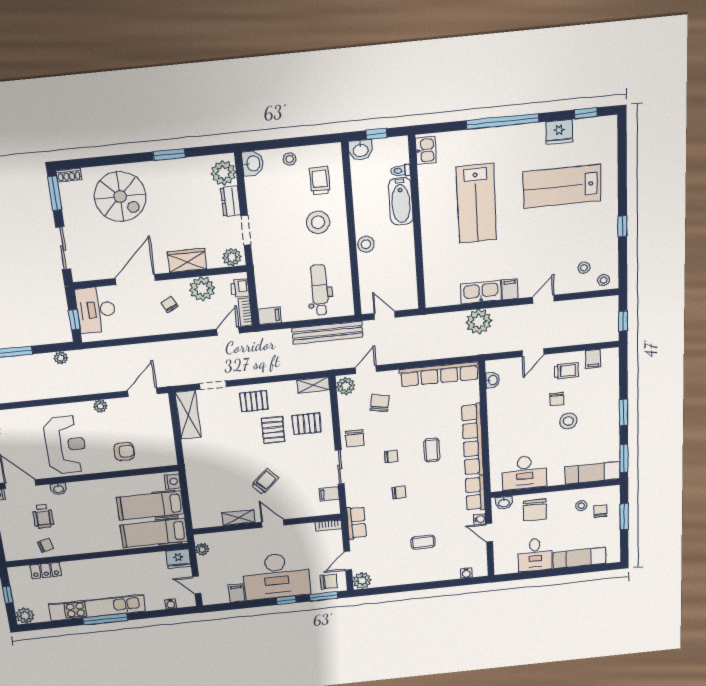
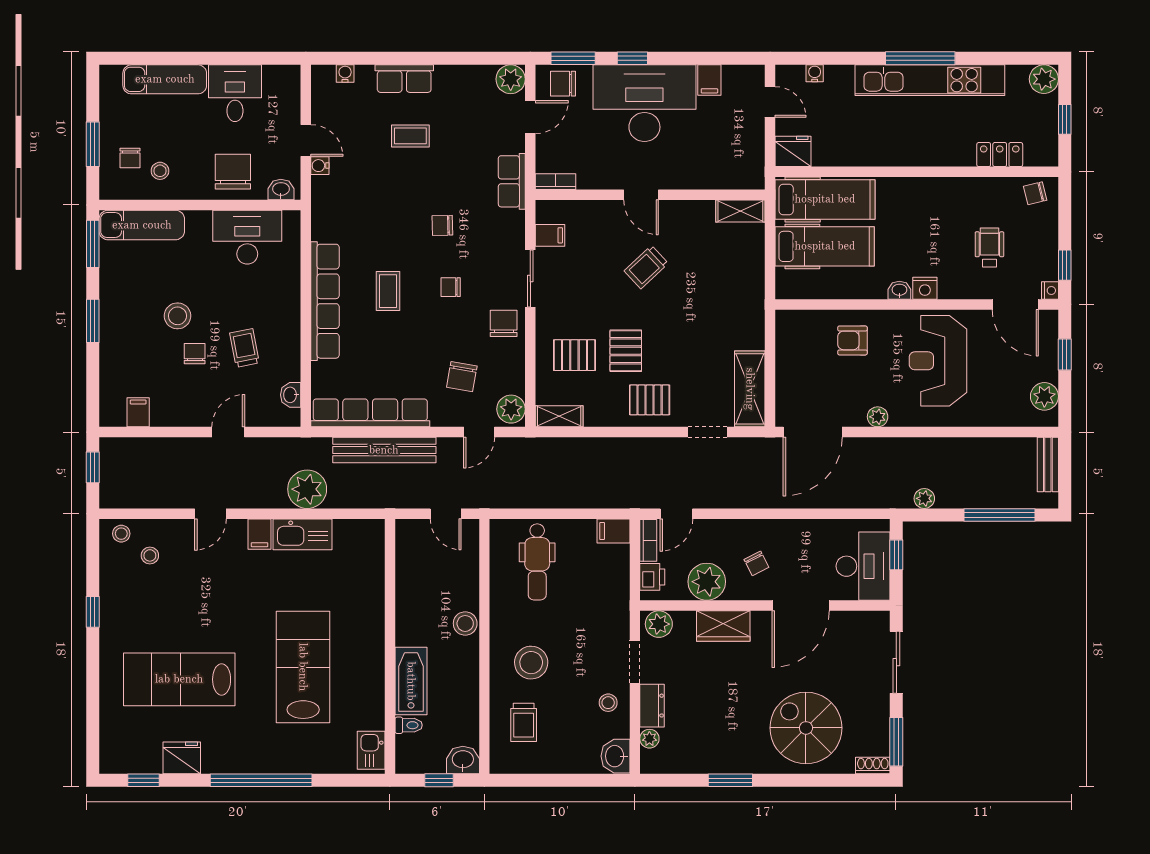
stool: (290, 159) -> (608, 703), moved
plant: (223, 173) -> (649, 739), width x0.53, depth x0.53
lab bench: (562, 186) -> (179, 679), turned 180
bench: (327, 333) -> (384, 450), moved
trolley: (566, 371) -> (245, 348), moved, turned 79
door: (142, 392) -> (813, 432), width x1.36
nightstand: (172, 482) -> (925, 288), moved, turned -90
washbasin: (58, 489) -> (899, 290), moved
row of seats: (475, 493) -> (404, 79), moved, turned 90
shelving: (238, 518) -> (740, 211), moved
chair: (45, 545) -> (1035, 193), moved
plant: (202, 549) -> (754, 163), removed

